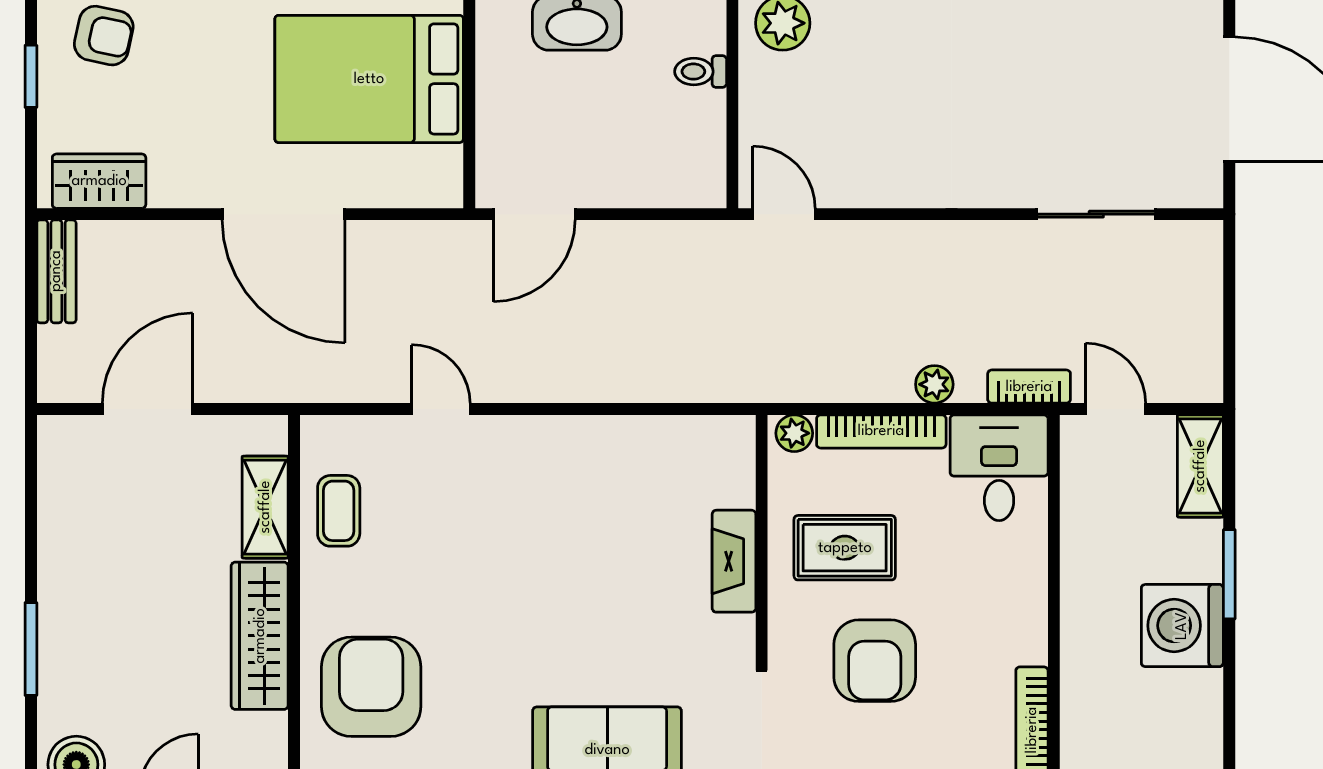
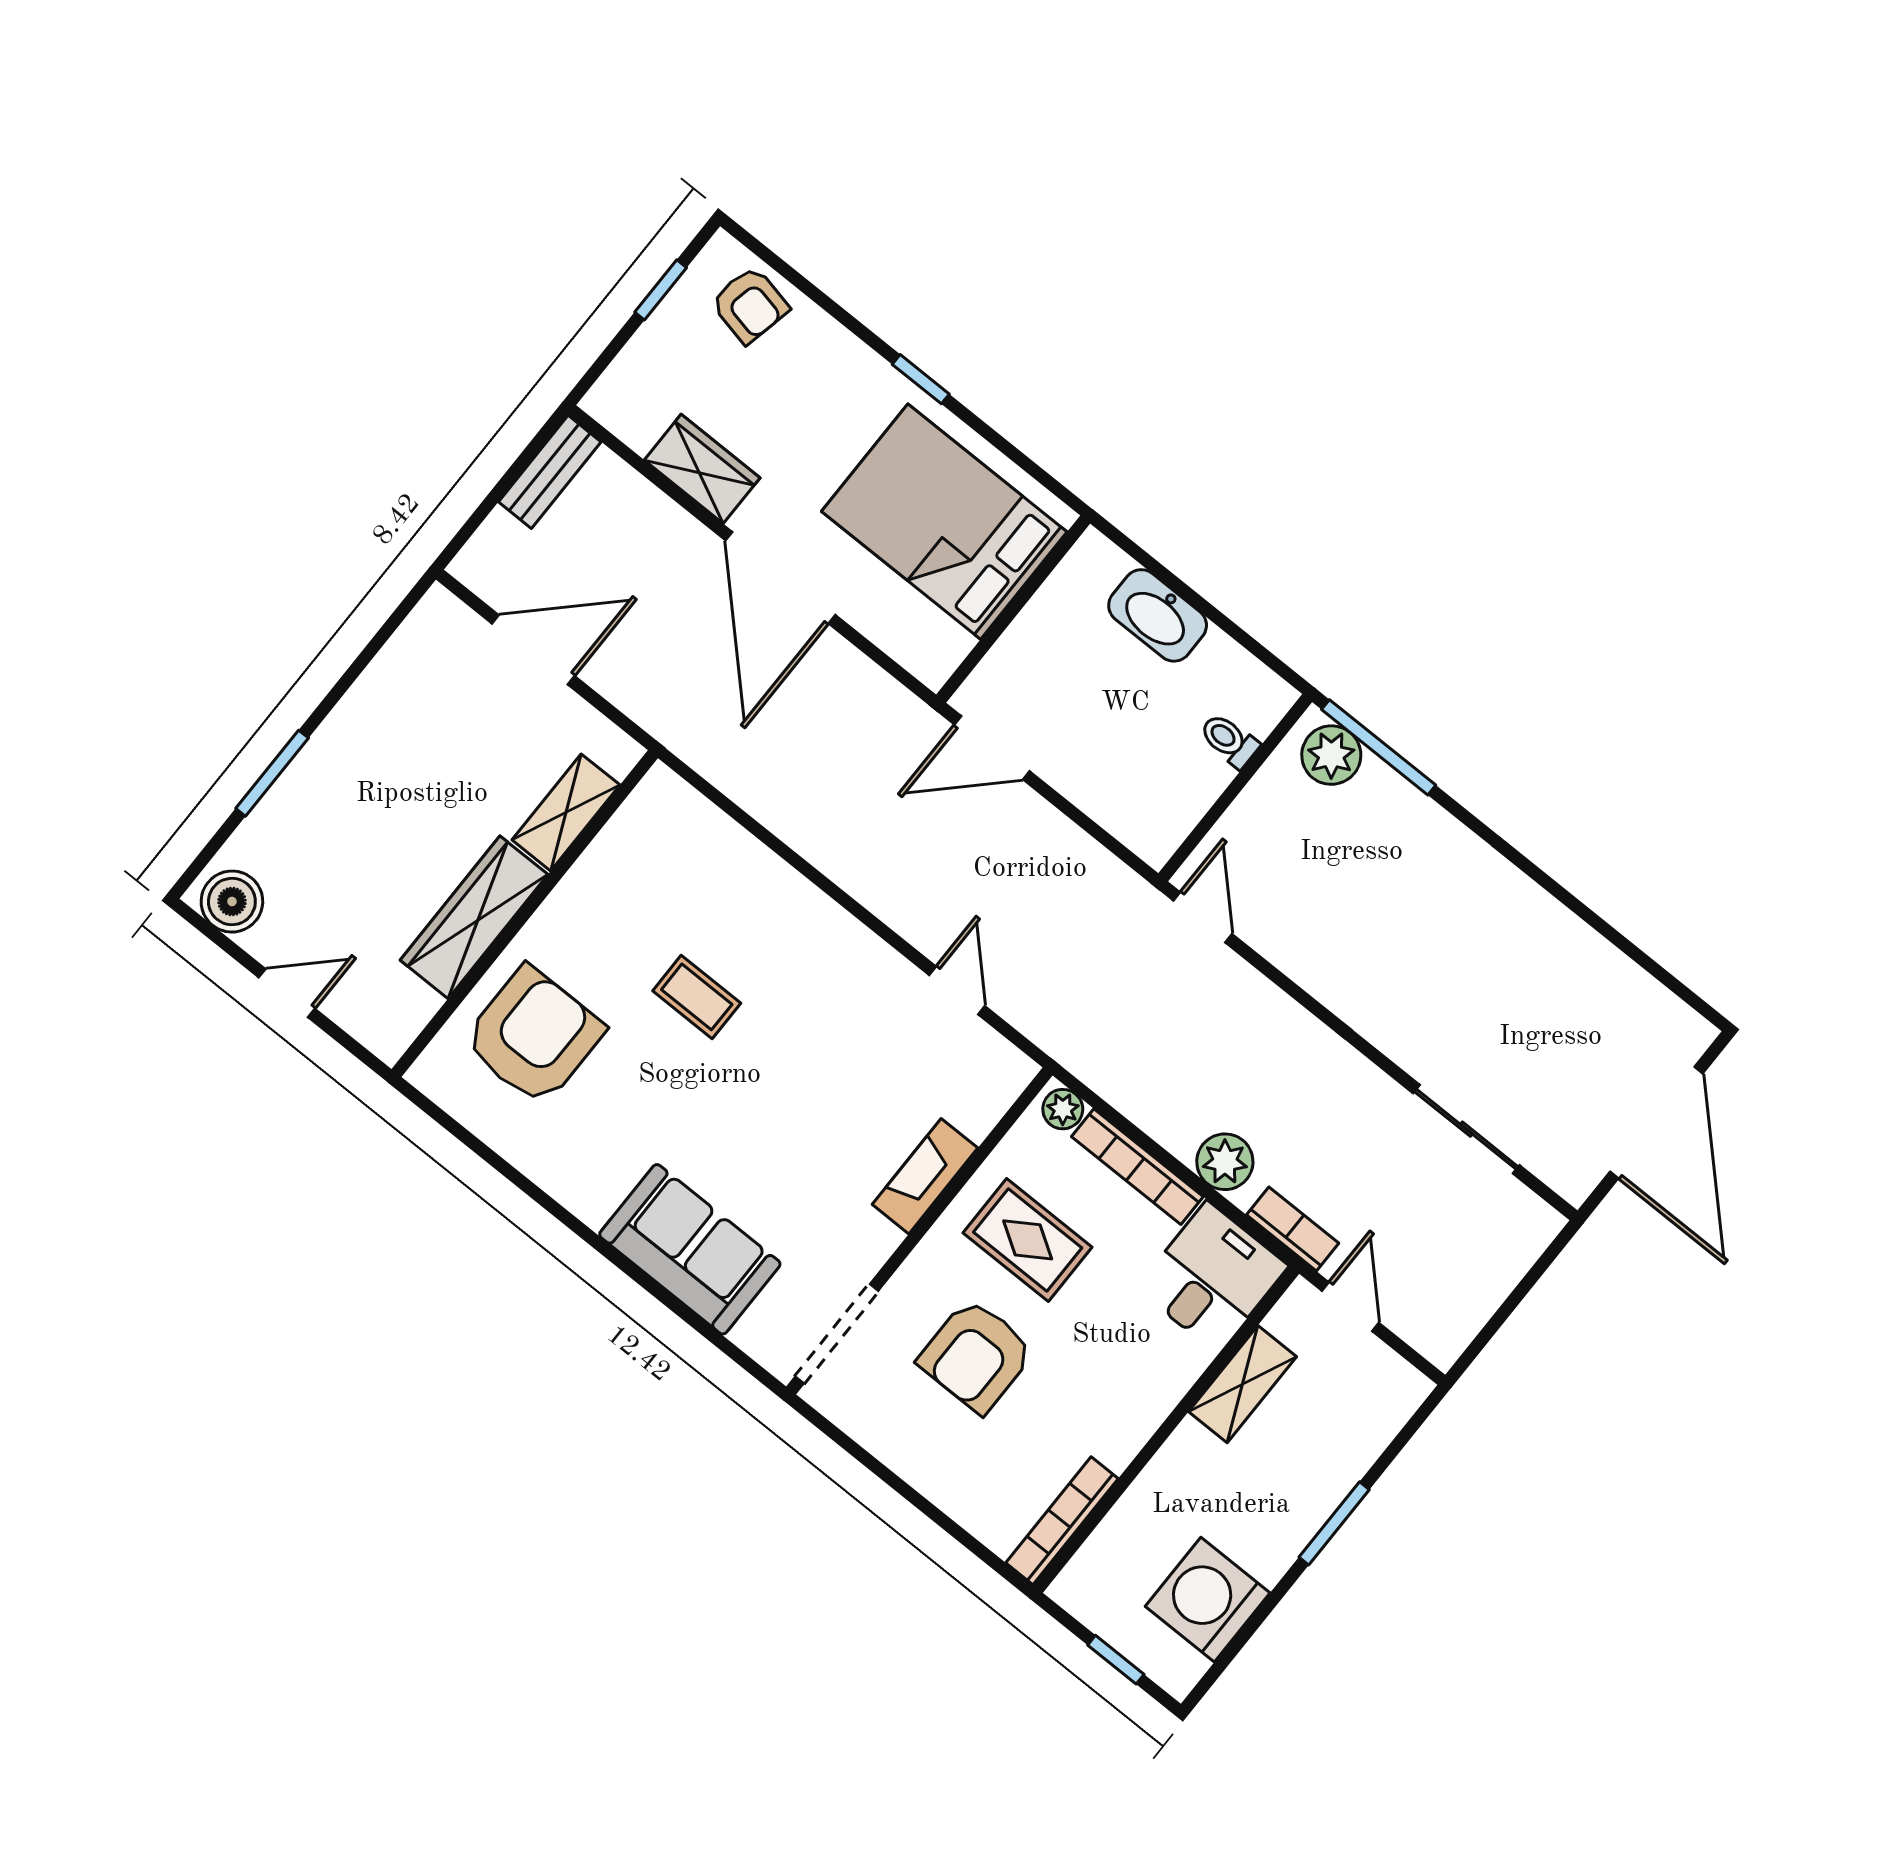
wardrobe: (99, 181) -> (702, 469), moved
plant: (934, 384) -> (1225, 1162), width x1.38, depth x1.38
door: (441, 409) -> (957, 990), moved
shelving: (1200, 466) -> (1242, 1384), moved
coffee table: (339, 511) -> (697, 997), moved, turned 90
washing machine: (1182, 626) -> (1208, 1600), moved

